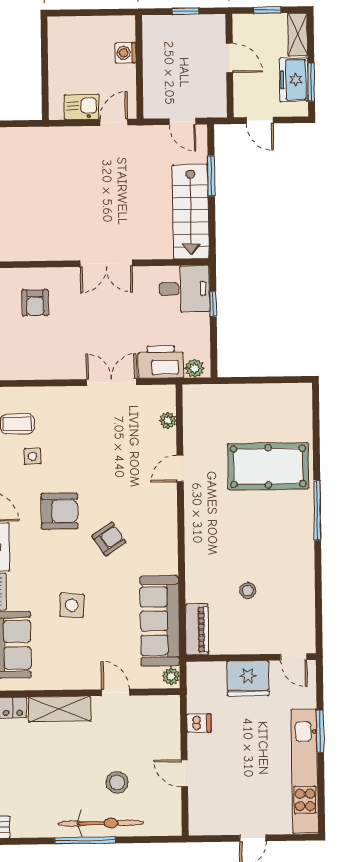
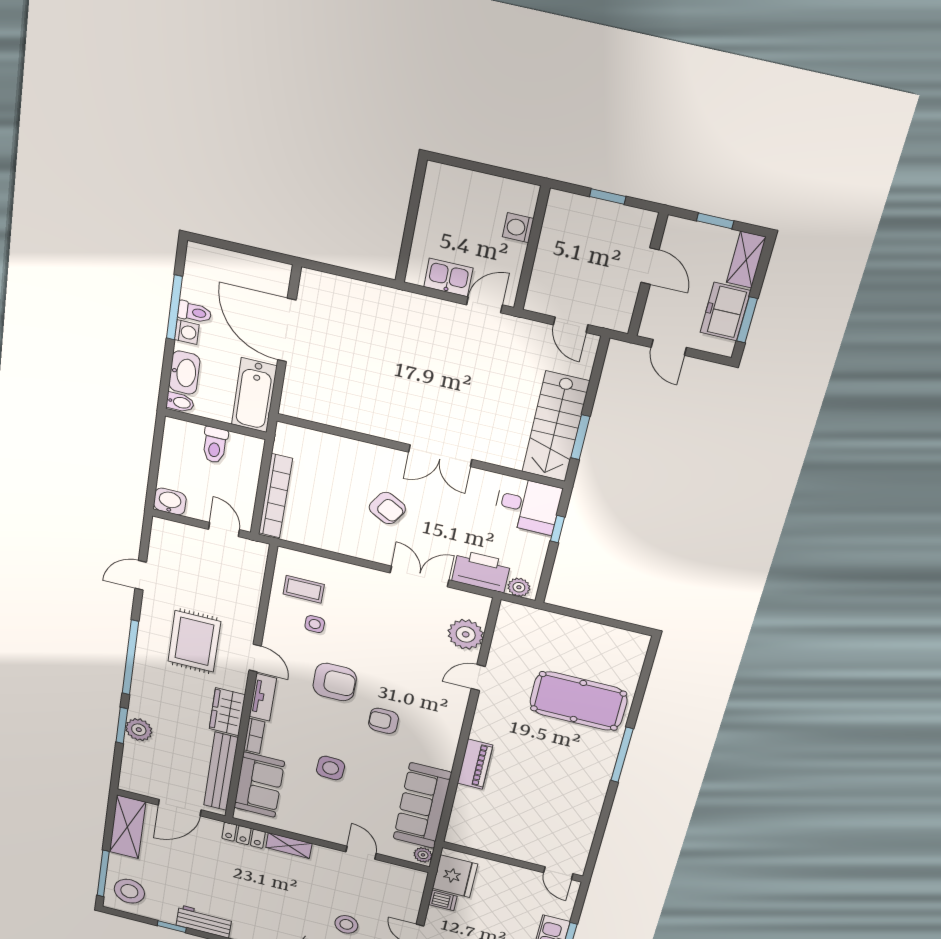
window: (211, 176) -> (580, 437), moved
armchair: (35, 303) -> (387, 508), moved, turned -60
plant: (168, 421) -> (466, 634), width x1.88, depth x1.88
armchair: (109, 539) -> (383, 721), turned -146
stool: (248, 591) -> (525, 805), removed
piano: (197, 630) -> (475, 764), moved
fridge: (248, 678) -> (455, 876), moved, turned -90
shelving: (59, 709) -> (289, 846), width x0.67, depth x0.75

